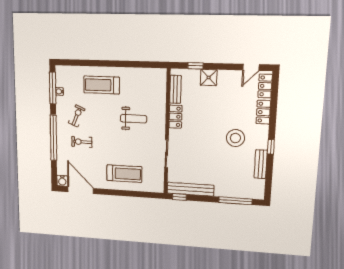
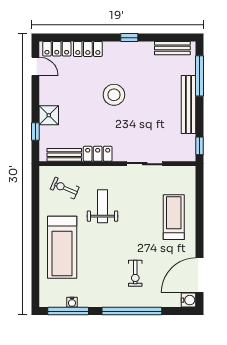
treadmill: (102, 85) -> (62, 247), width x1.37, depth x1.38
exercise bike: (77, 116) -> (65, 188), moved
stool: (235, 138) -> (114, 95), moved
bench: (261, 164) -> (172, 48), moved
bench: (190, 189) -> (189, 105), moved

